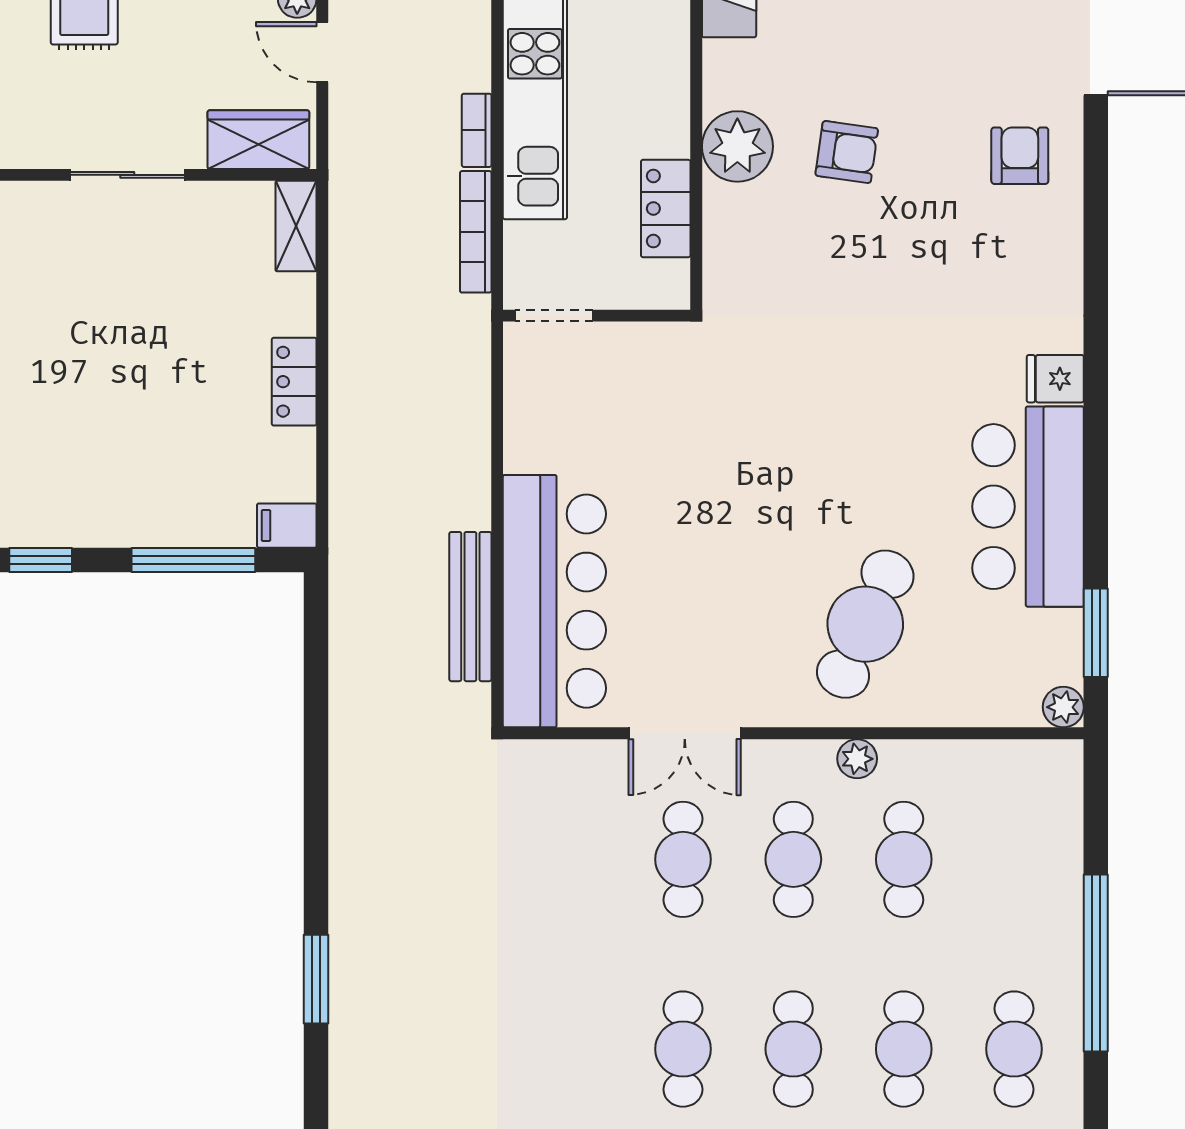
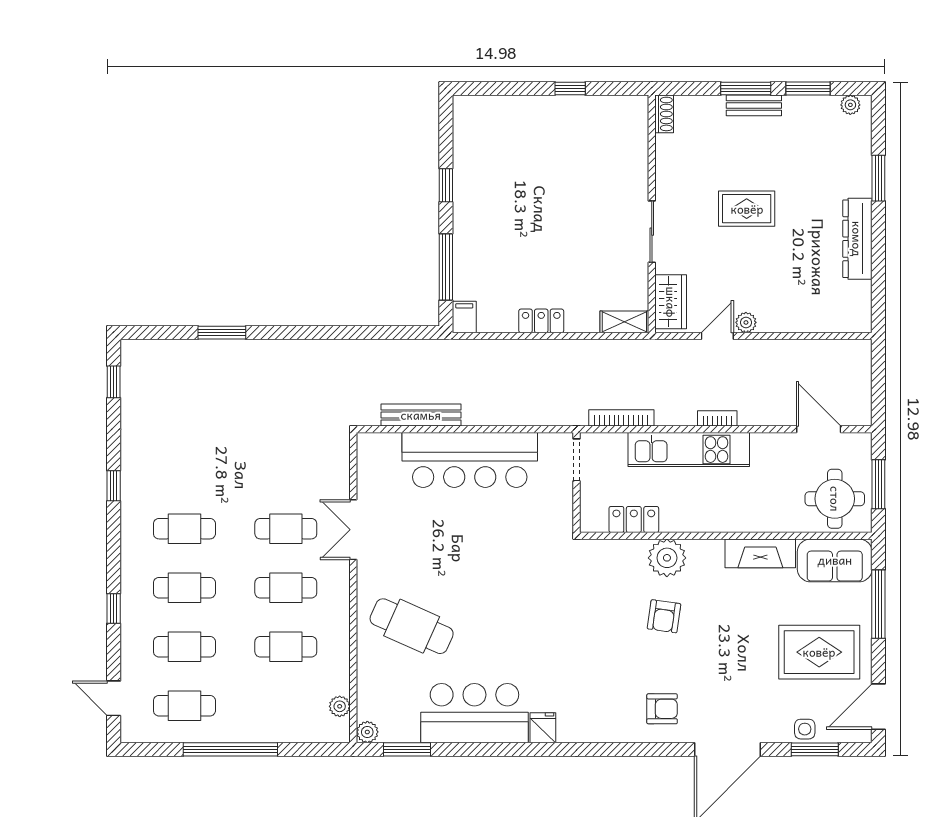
bookcase: (477, 130) -> (717, 418), moved
bar counter: (554, 601) -> (470, 460), moved
plant: (857, 759) -> (340, 706), moved

